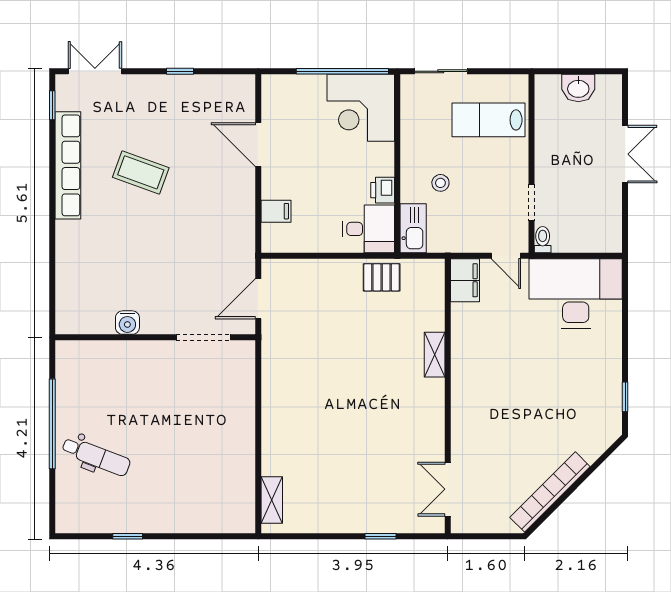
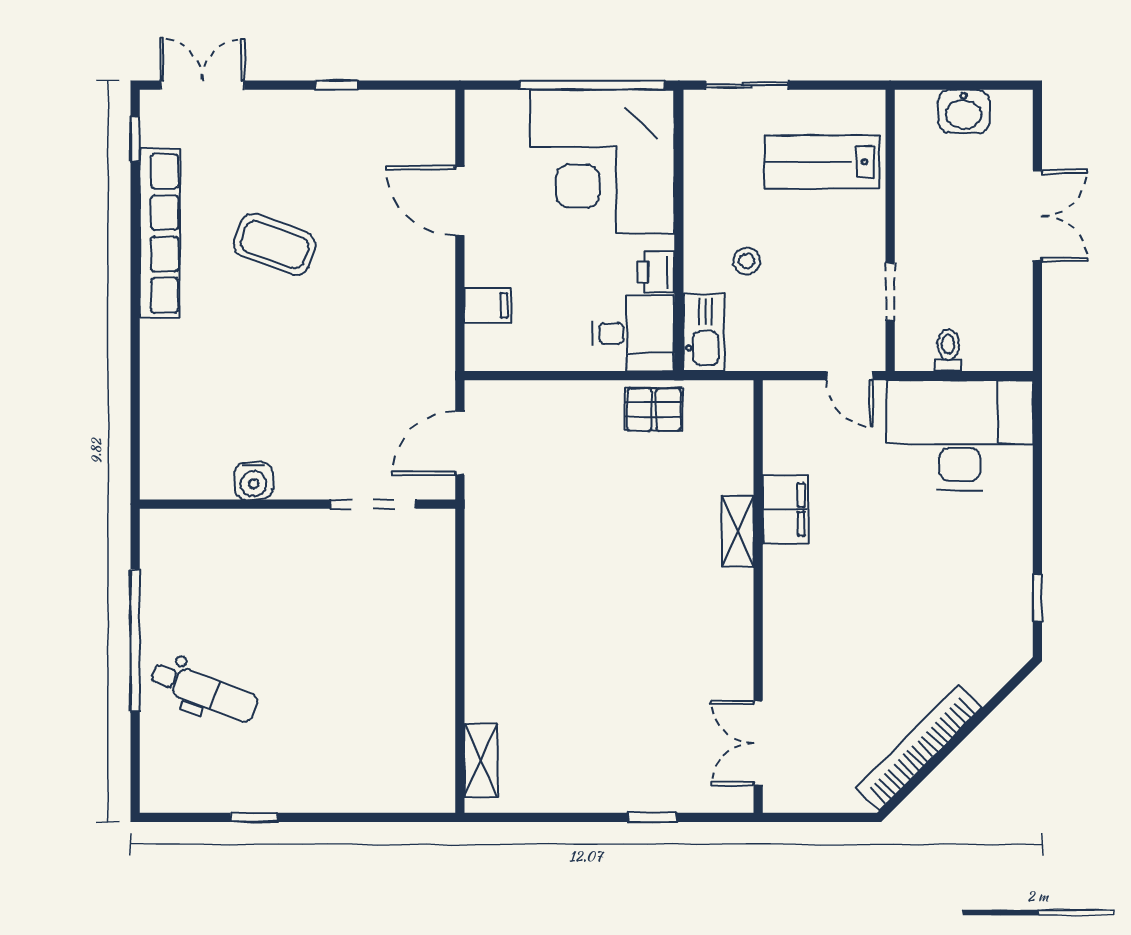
corner desk: (361, 108) -> (602, 162), width x1.36, depth x1.36
toilet: (543, 240) -> (948, 350), moved
filing cabinet: (465, 280) -> (785, 509), moved

